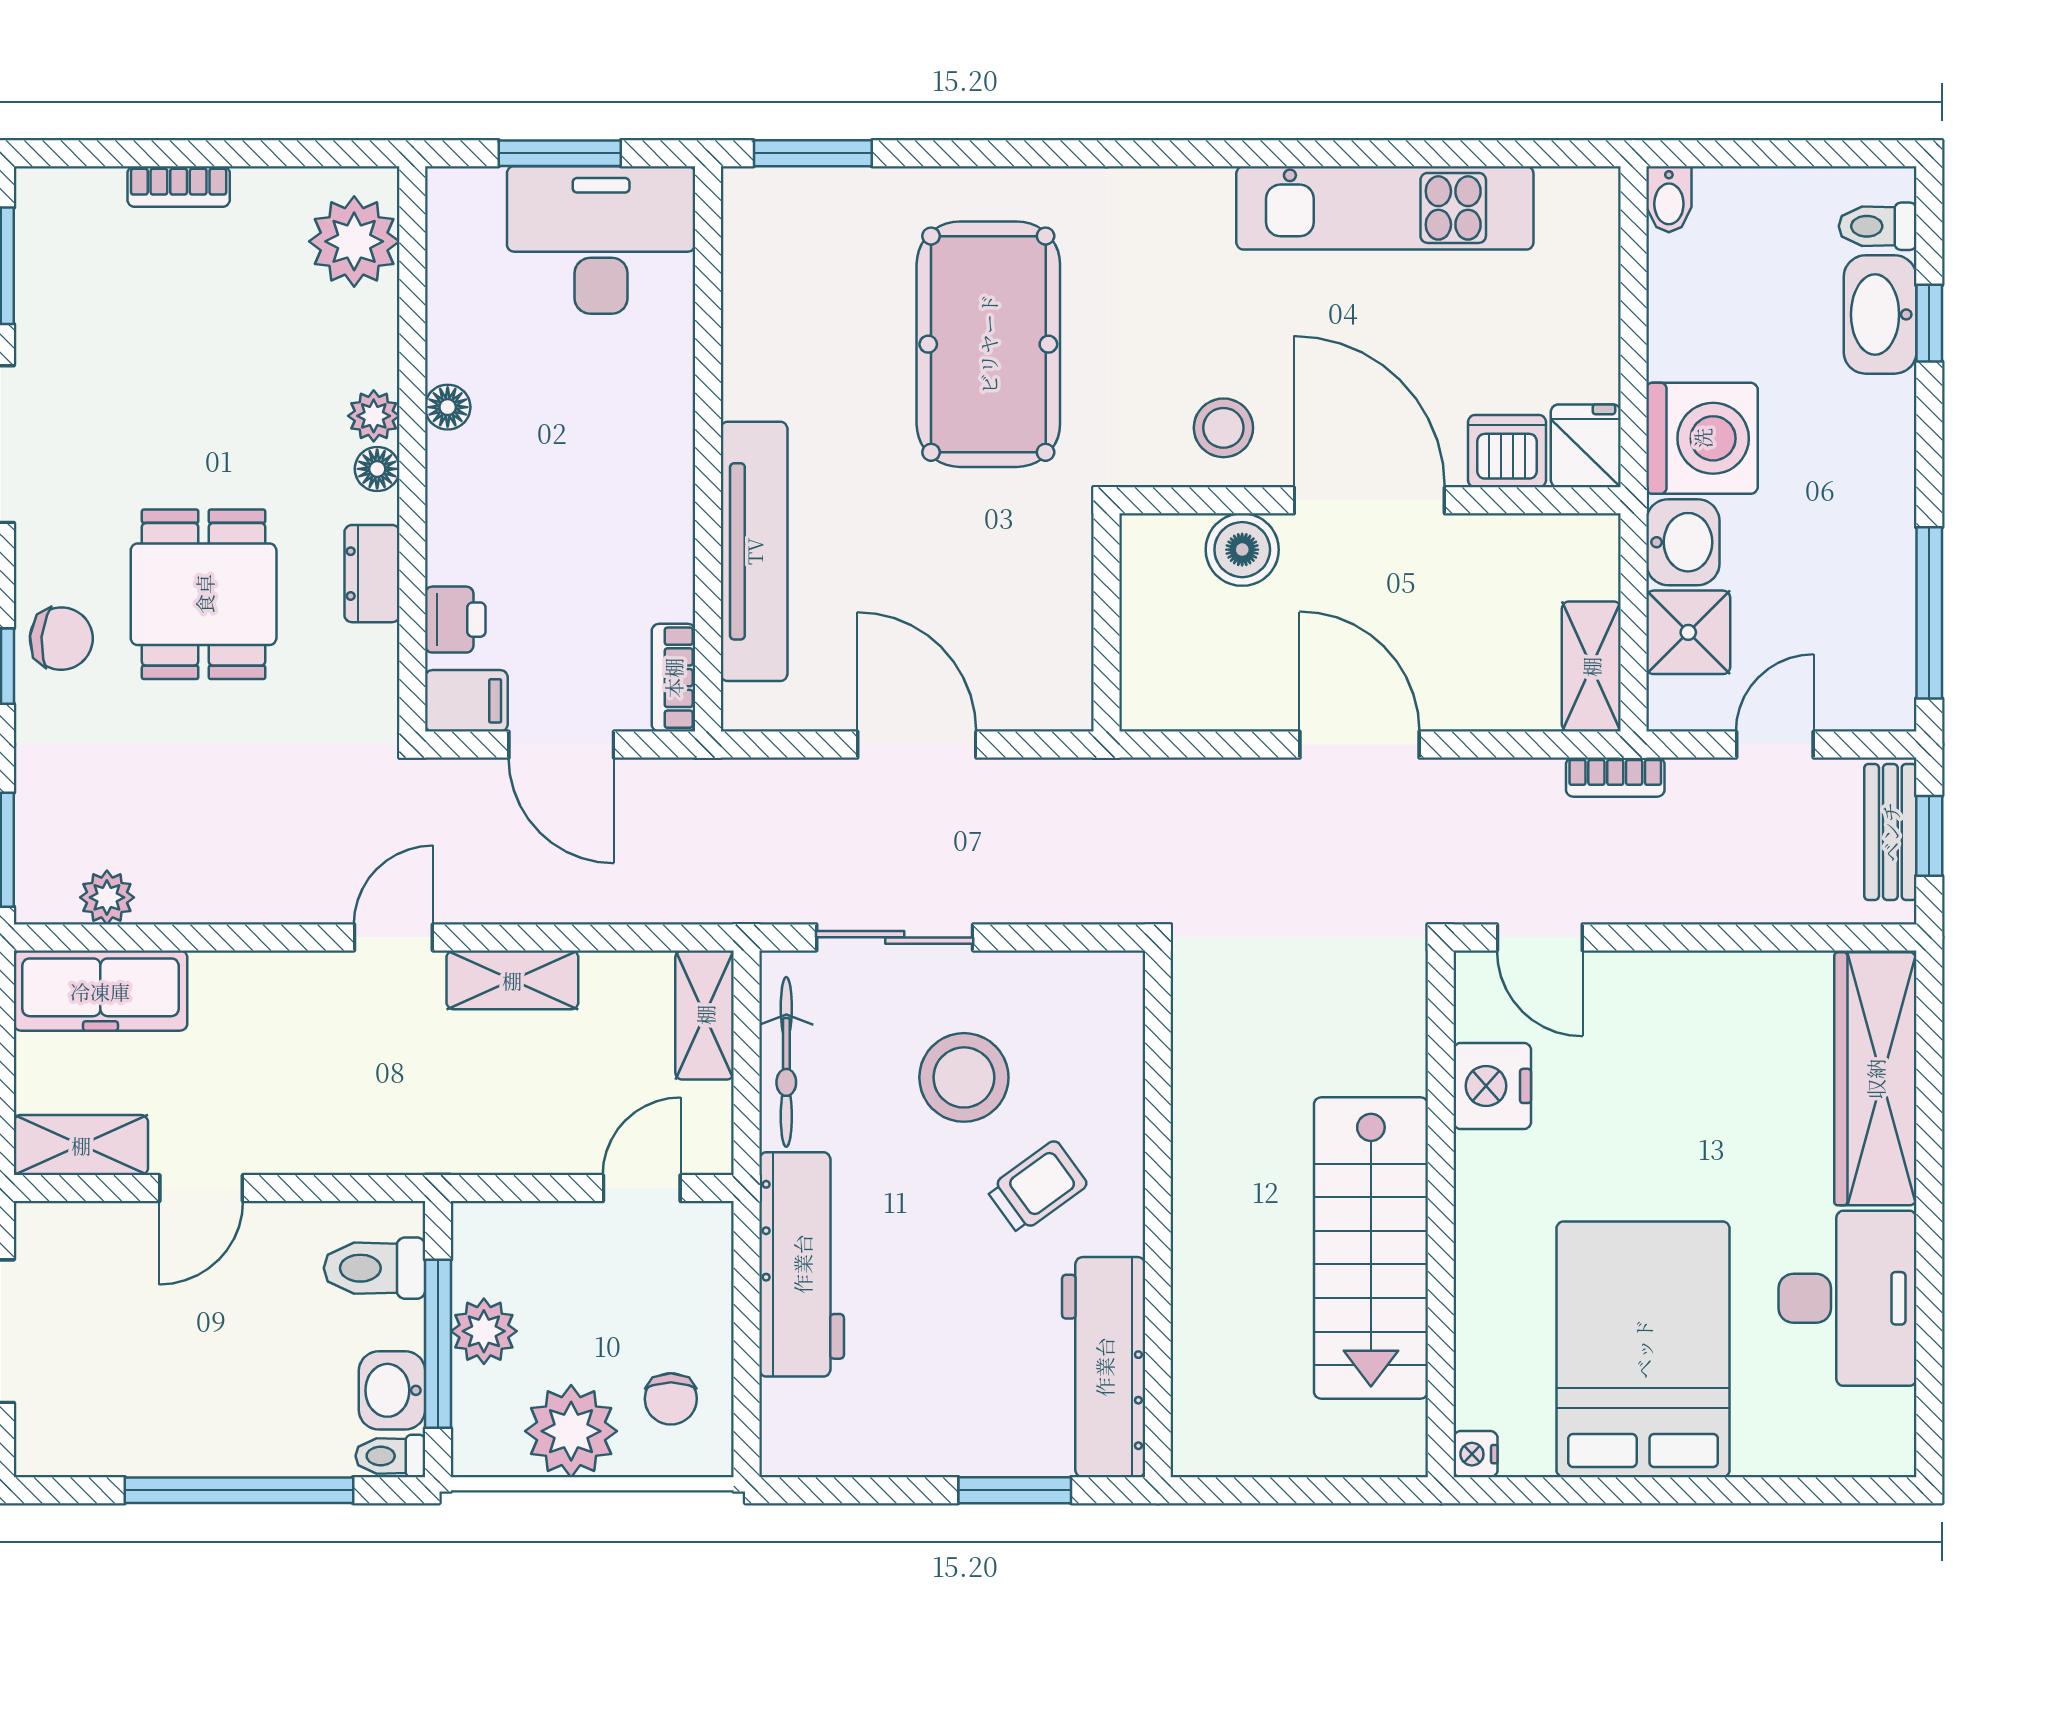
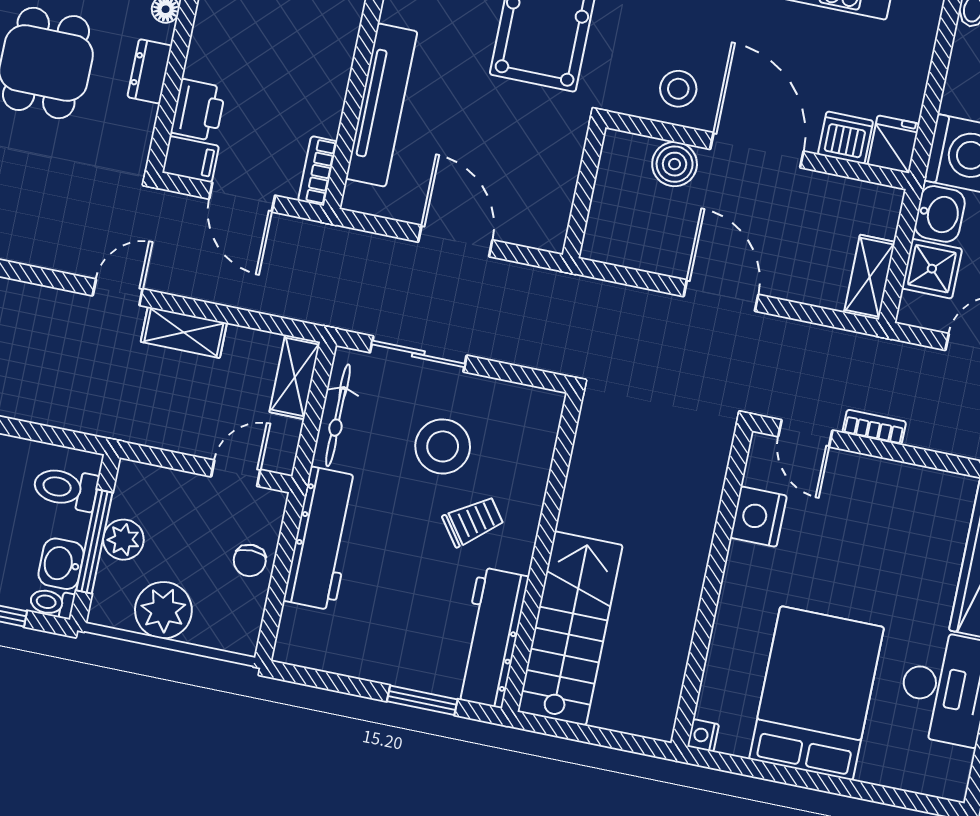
printer: (455, 620) -> (198, 110), width x1.36, depth x1.24
bookcase: (1615, 777) -> (874, 427), moved, turned 180
stairs: (1371, 1248) -> (570, 628), moved, turned 180
chair: (671, 1399) -> (250, 560), moved

